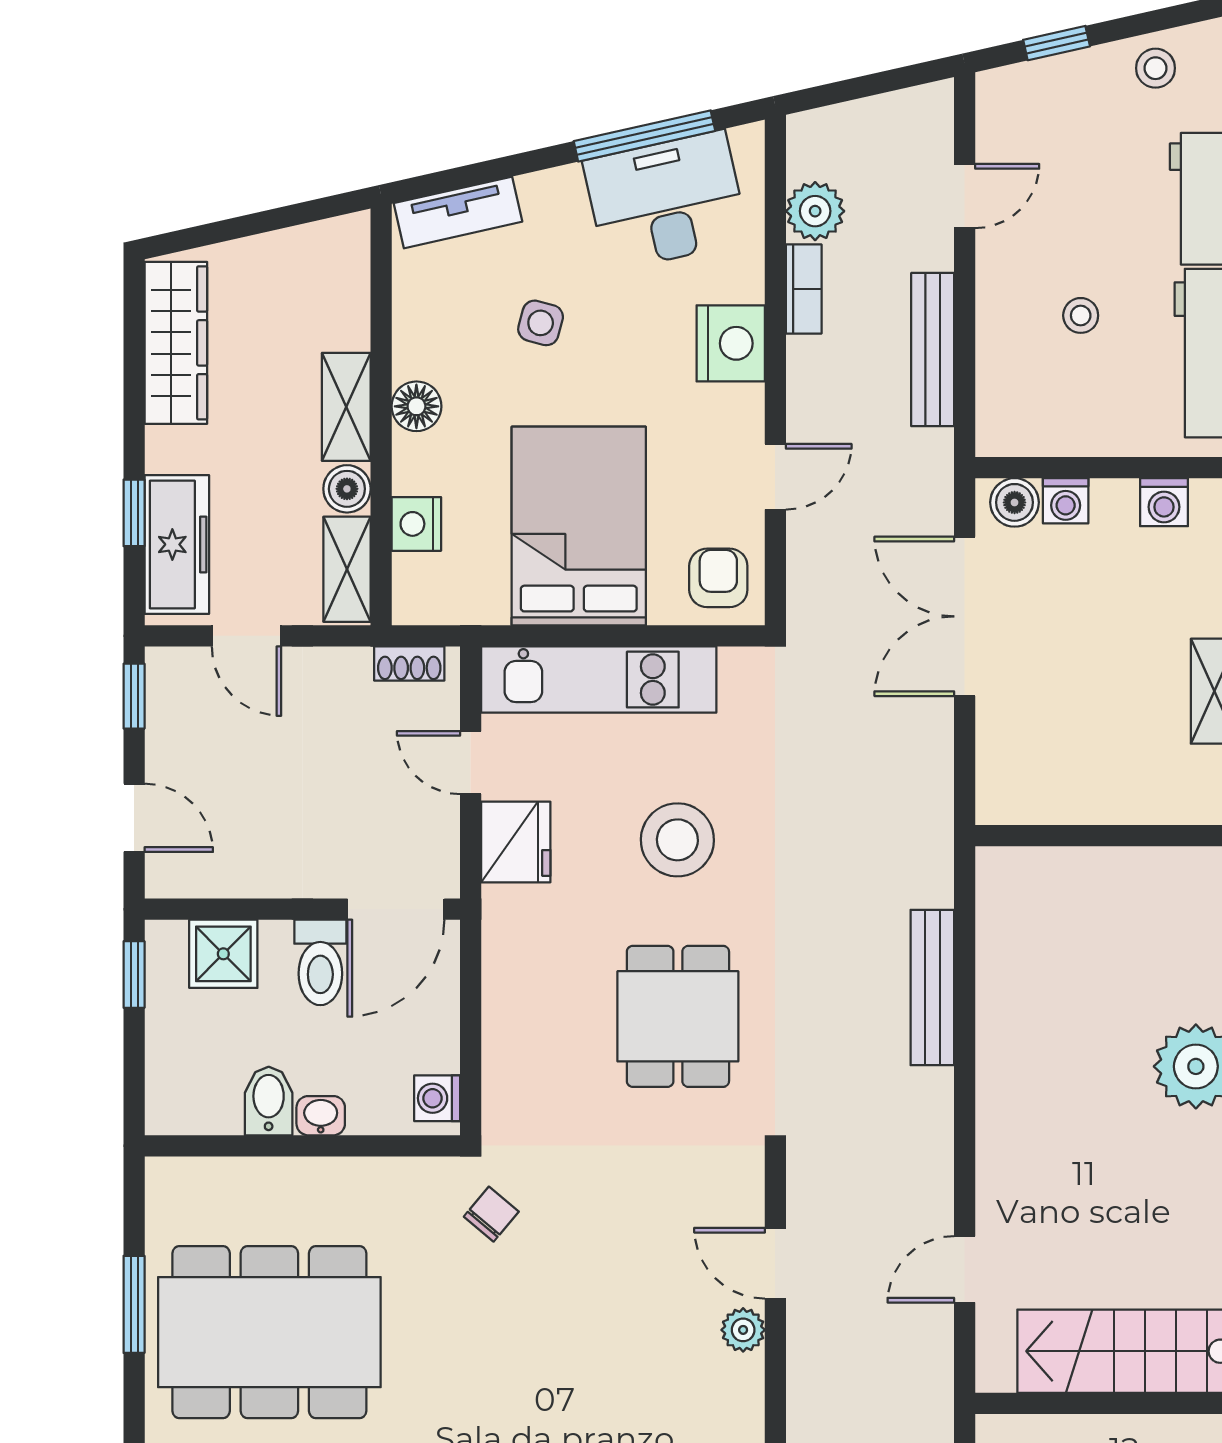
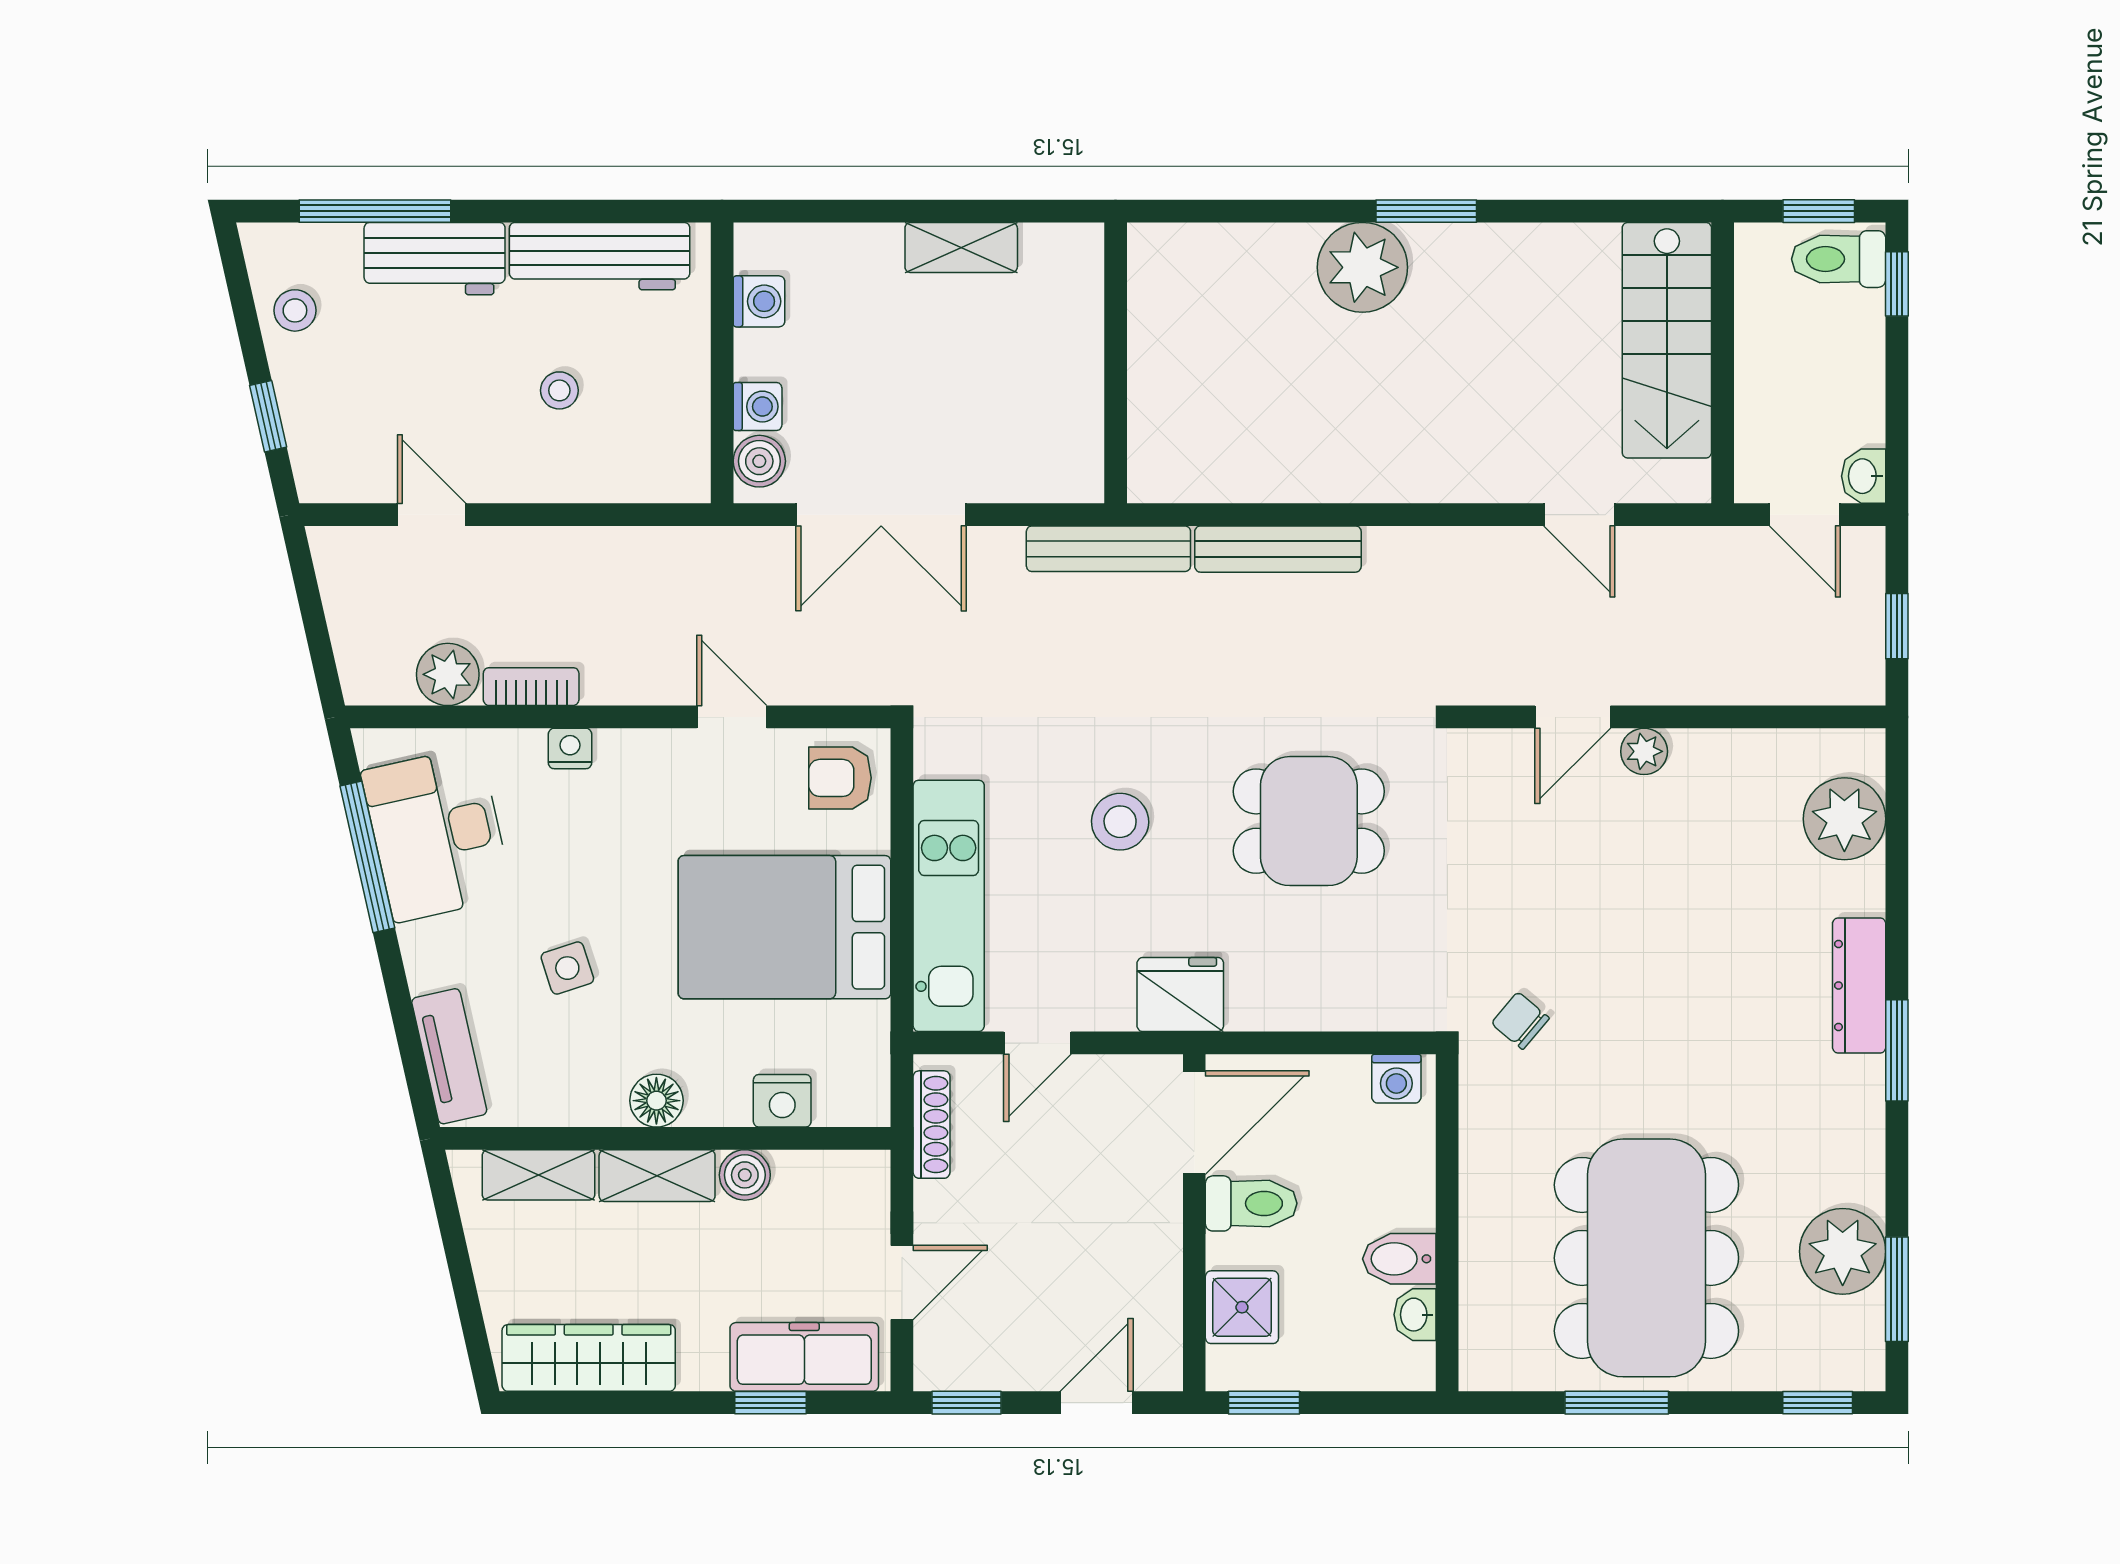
side table: (541, 323) -> (567, 968), turned -33
nightstand: (731, 343) -> (570, 748), width x0.53, depth x0.56
bench: (933, 350) -> (1108, 549), moved
shelving: (347, 569) -> (539, 1175), moved
shoe rack: (409, 664) -> (932, 1125), width x1.43
stool: (677, 840) -> (1120, 822), width x0.73, depth x0.73
fridge: (516, 842) -> (1180, 995), moved
door: (396, 909) -> (1194, 1123), hinge flipped
washbasin: (321, 1116) -> (1415, 1315), moved

